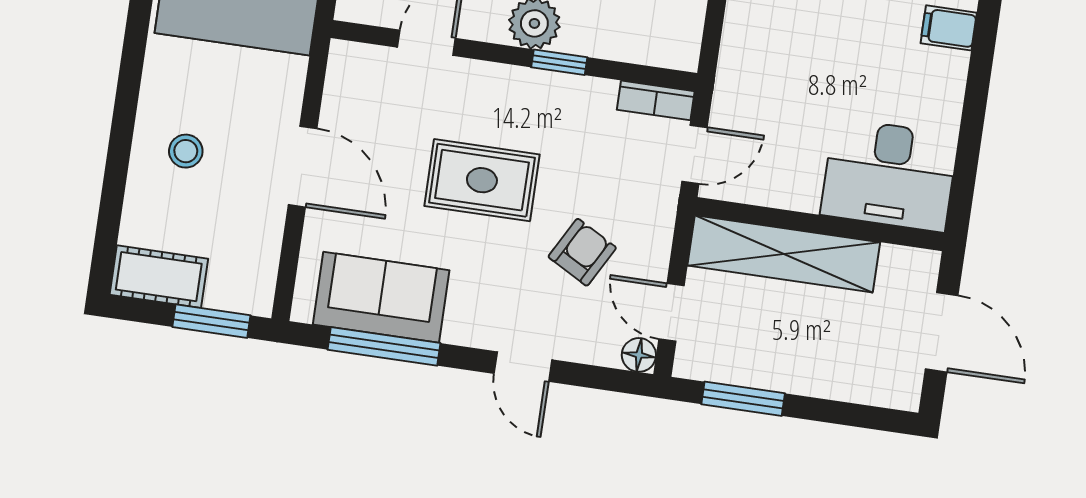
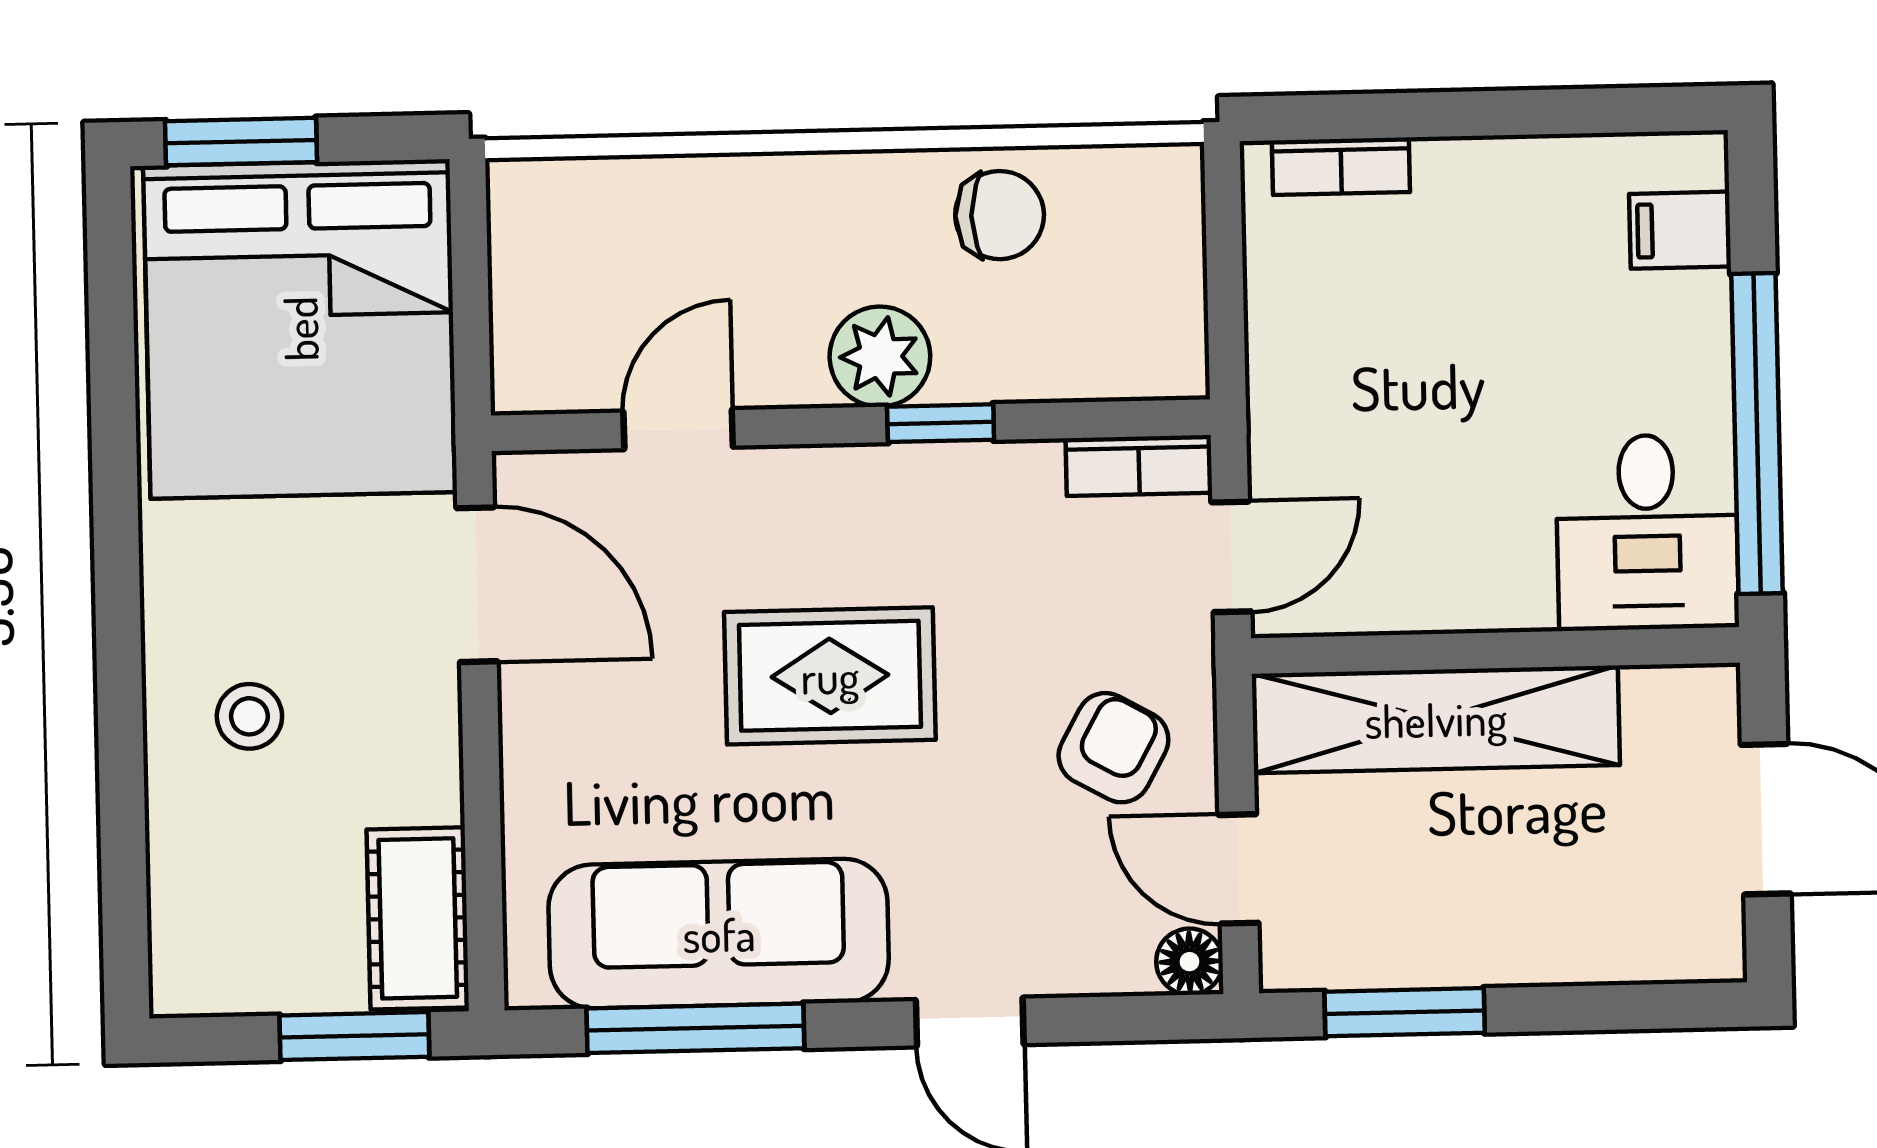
window: (970, 137) -> (1757, 434), added
door: (303, 167) -> (477, 585), moved
desk: (889, 175) -> (1647, 532), width x0.73
armchair: (582, 252) -> (1113, 748), moved
cot: (159, 277) -> (418, 918), moved, turned 90
sofa: (381, 297) -> (719, 934), width x1.36

